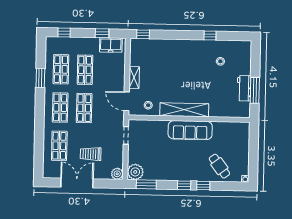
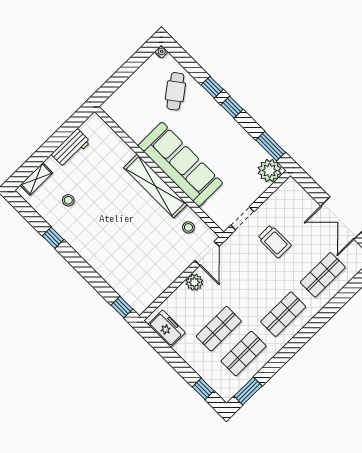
window: (102, 33) -> (164, 350), removed
shelving: (134, 77) -> (36, 179), moved
window: (40, 78) -> (248, 391), moved
window: (255, 90) -> (62, 135), removed
shop shelf: (84, 108) -> (258, 289), removed
sofa: (190, 130) -> (180, 164), width x1.36, depth x1.27
trolley: (91, 154) -> (274, 241), moved
plant: (117, 174) -> (194, 282), moved

